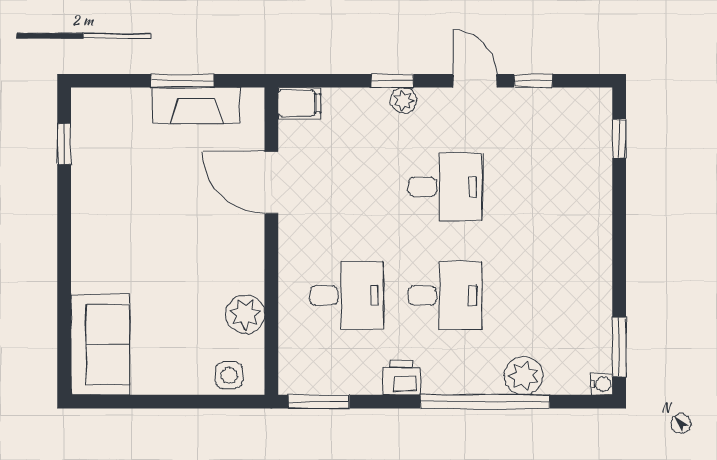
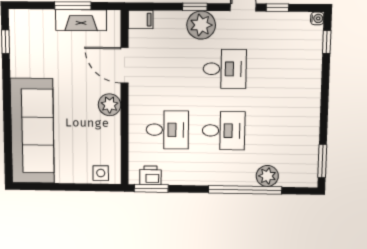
plant: (403, 100) -> (201, 25), width x1.88, depth x1.88
plant: (245, 314) -> (110, 105), moved
sofa: (100, 344) -> (32, 131), width x1.85, depth x1.27
printer: (401, 378) -> (150, 175), moved
water cooler: (601, 384) -> (317, 18), moved

